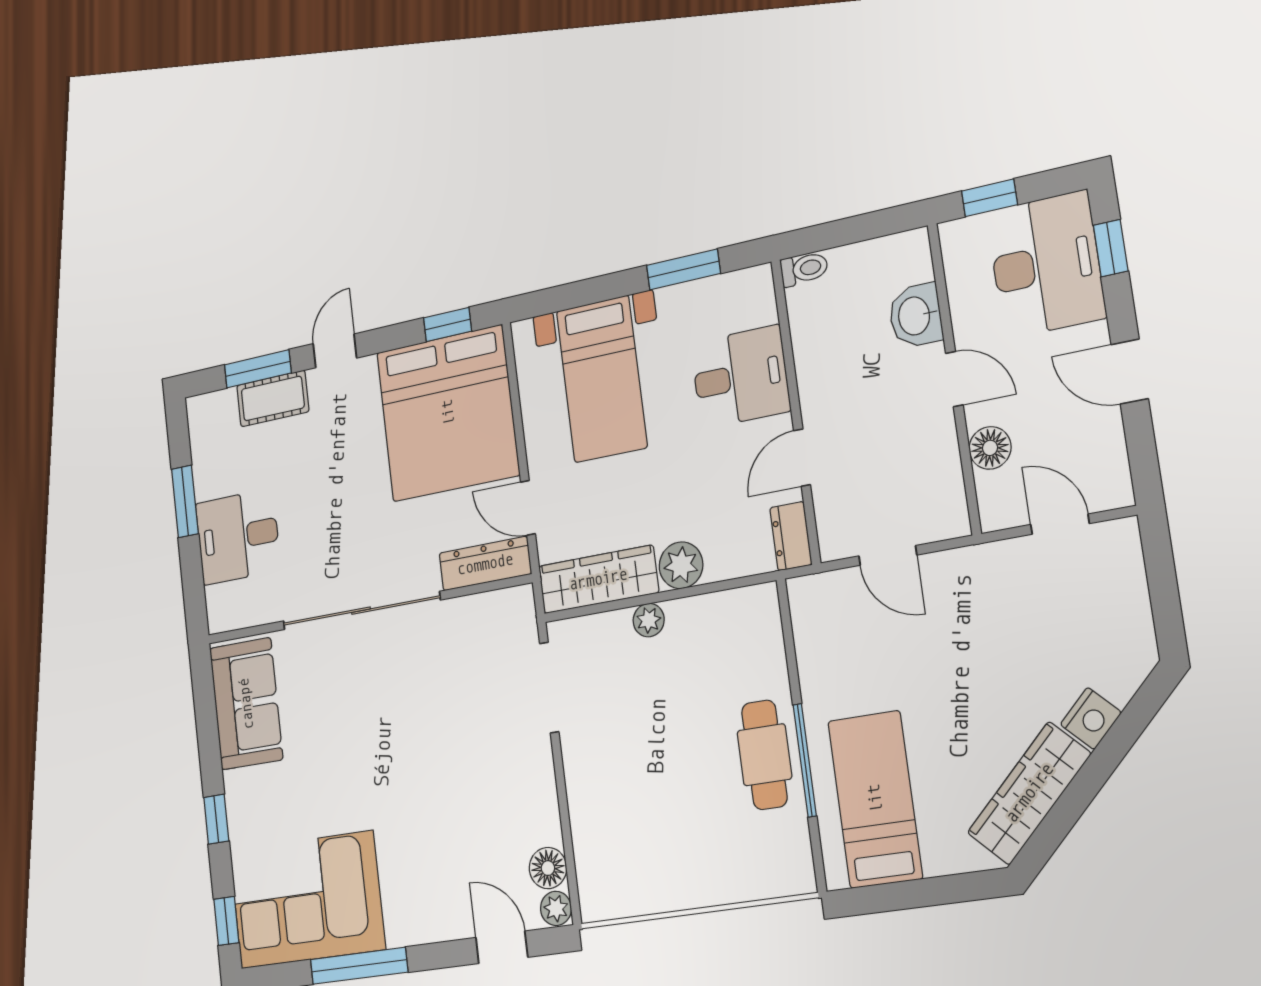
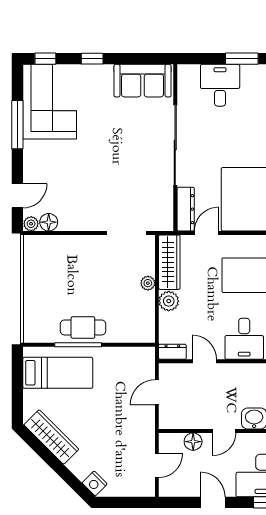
door: (1130, 372) -> (213, 502), hinge flipped
nightstand: (1091, 718) -> (95, 483), moved

